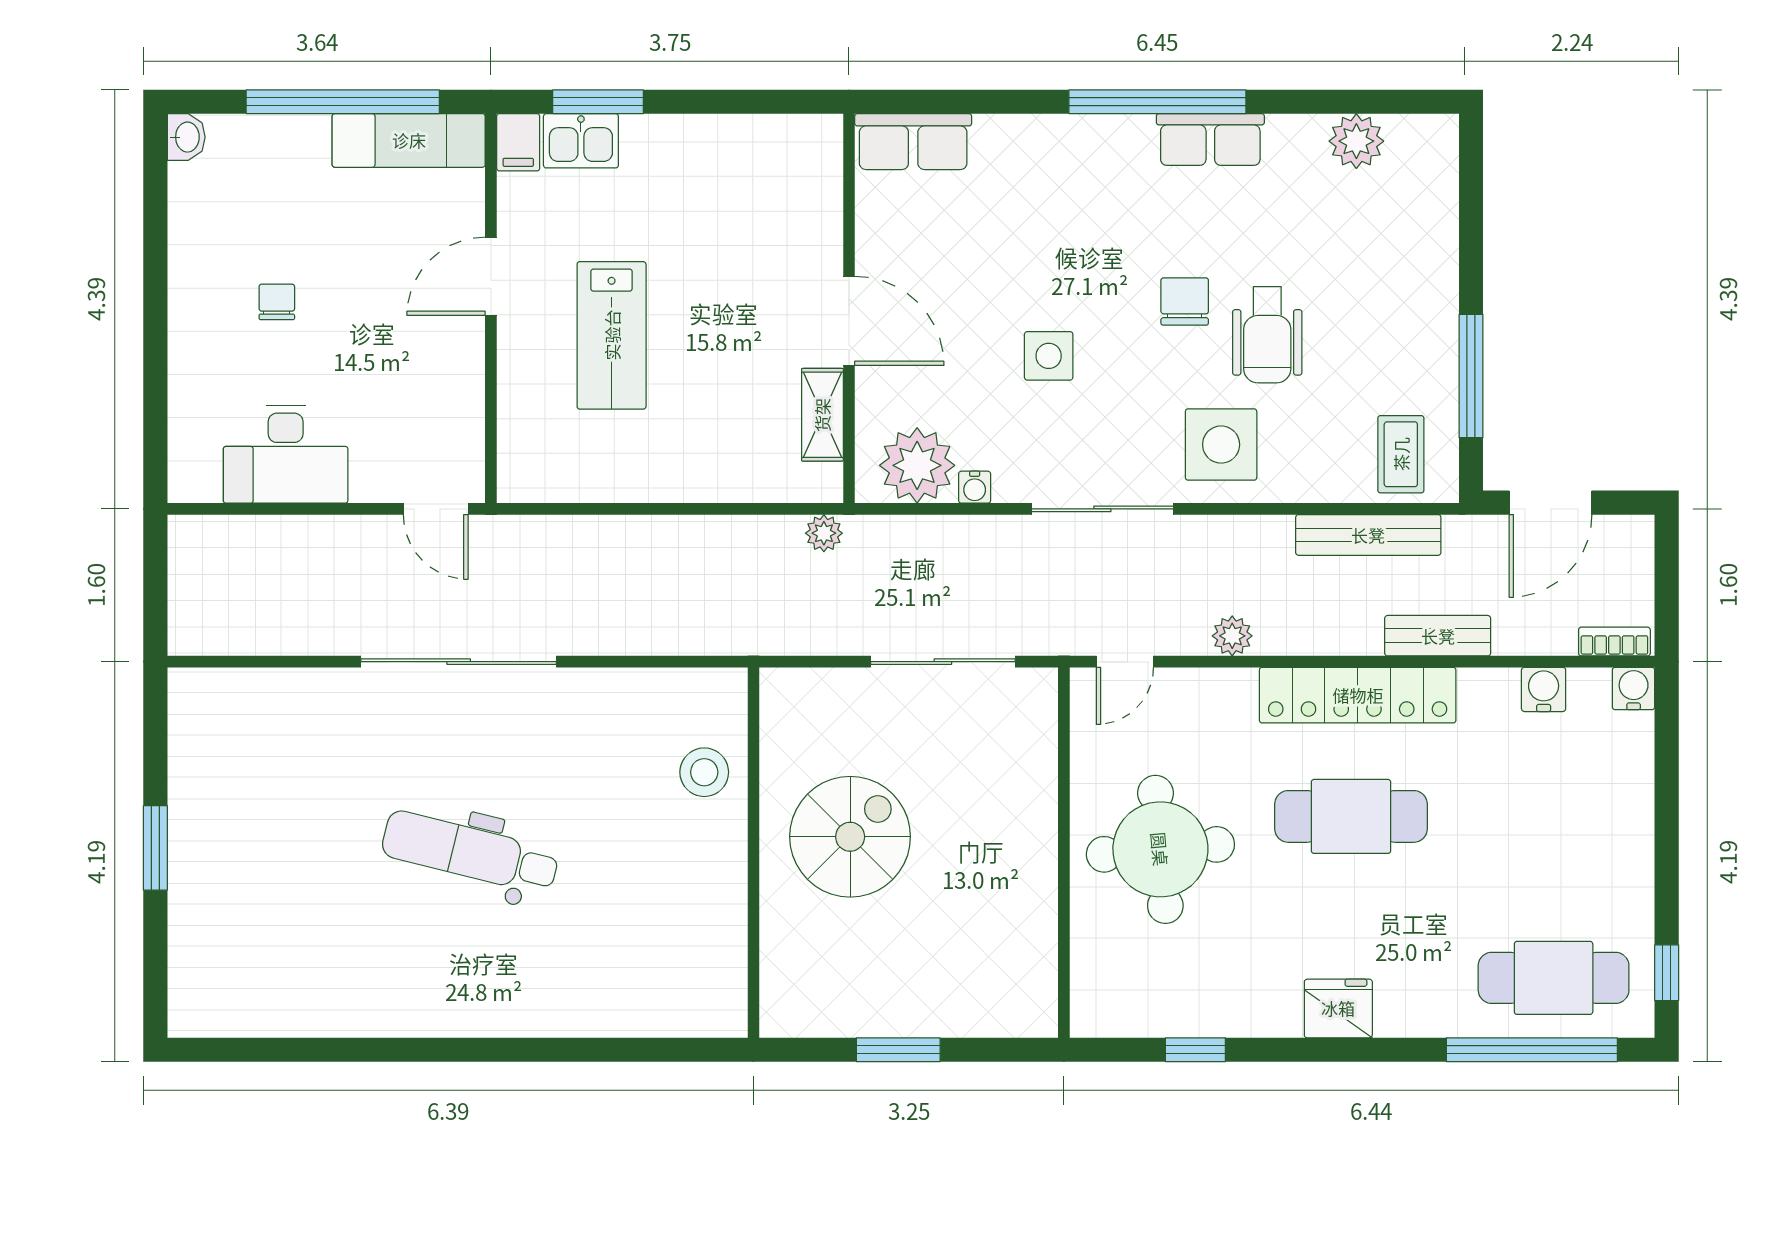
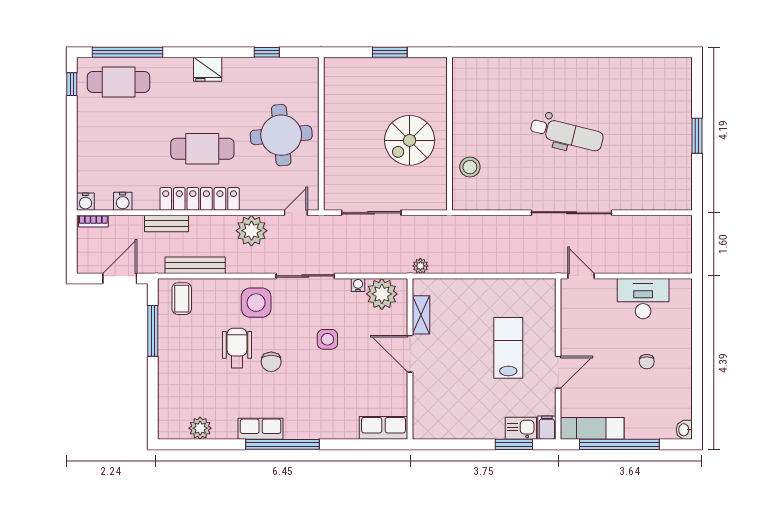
plant: (1232, 636) -> (251, 231), width x1.87, depth x1.87

